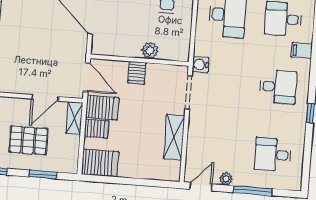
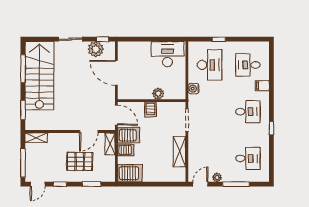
water cooler: (200, 65) -> (194, 89), moved
desk: (273, 155) -> (248, 158), turned 180

